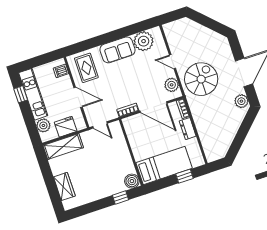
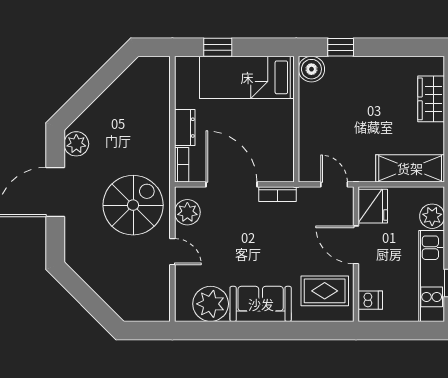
rug: (86, 68) -> (325, 291), turned 90
spiral stairs: (201, 79) -> (133, 205), turned 180
fridge: (66, 127) -> (373, 206), moved, turned -90

